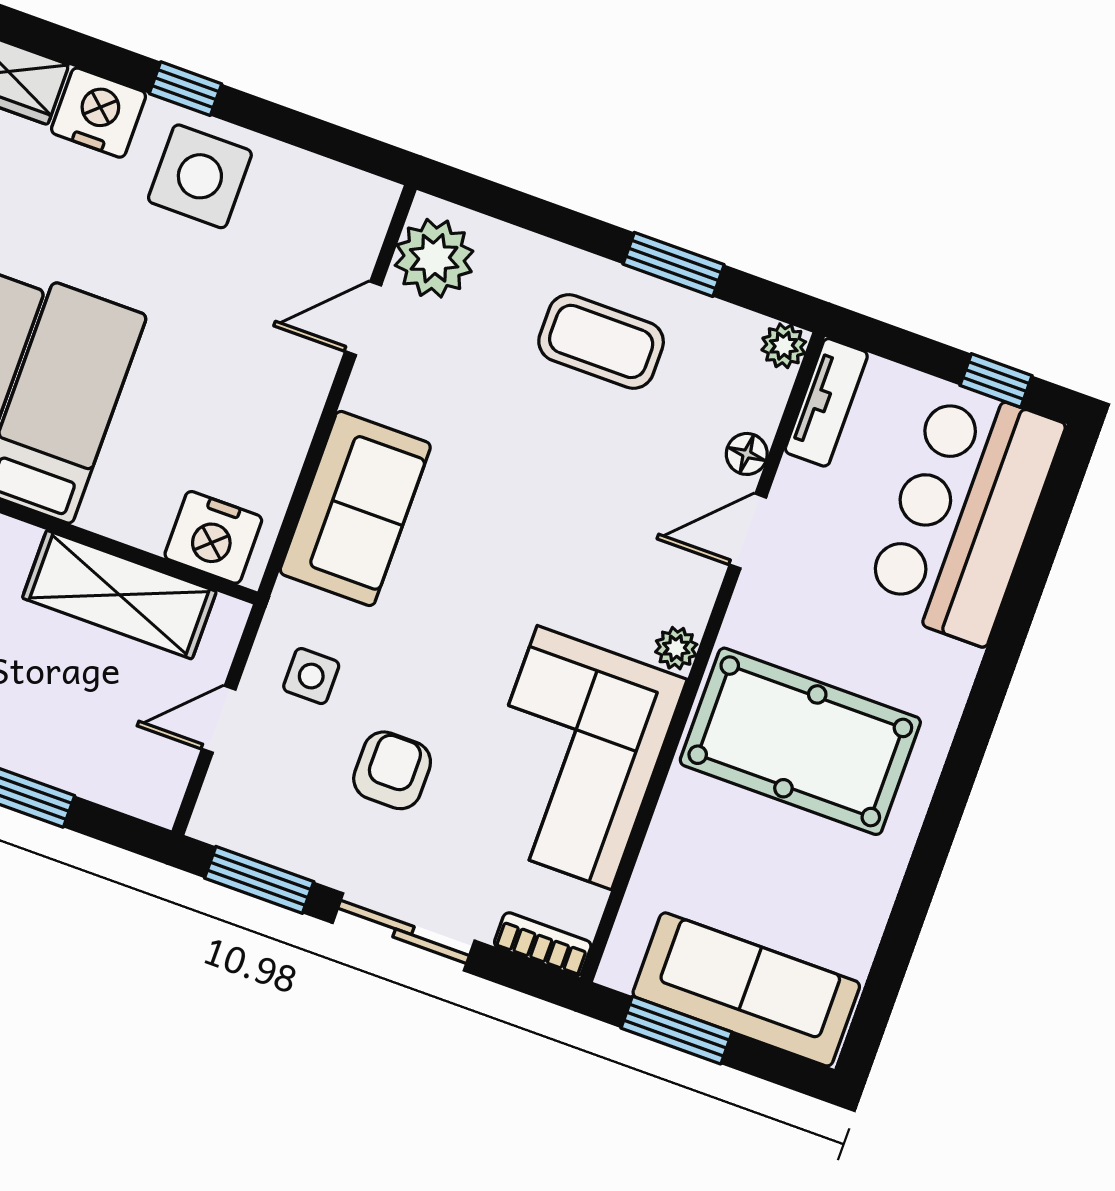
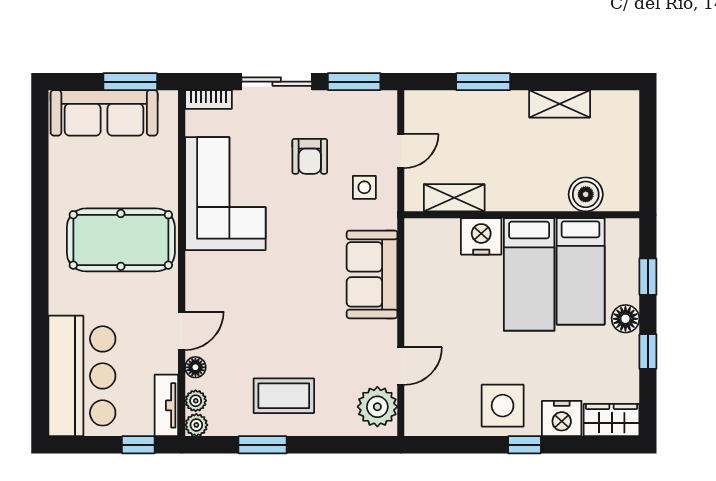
window: (996, 380) -> (138, 445), moved
nightstand: (213, 537) -> (481, 236), moved
shelving: (119, 595) -> (454, 198), width x0.67, depth x0.75
plant: (676, 648) -> (196, 401), moved

